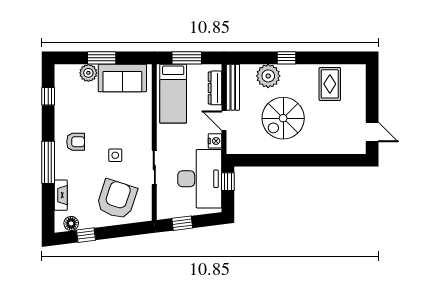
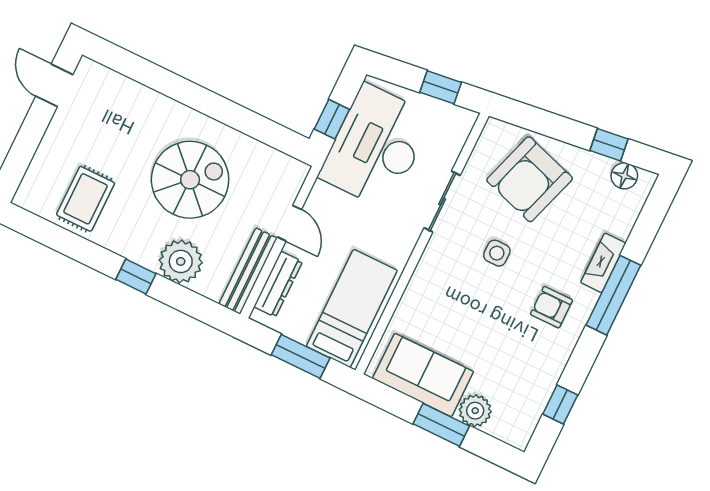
nightstand: (215, 141) -> (321, 197), removed
fireplace: (61, 195) -> (603, 263), moved

